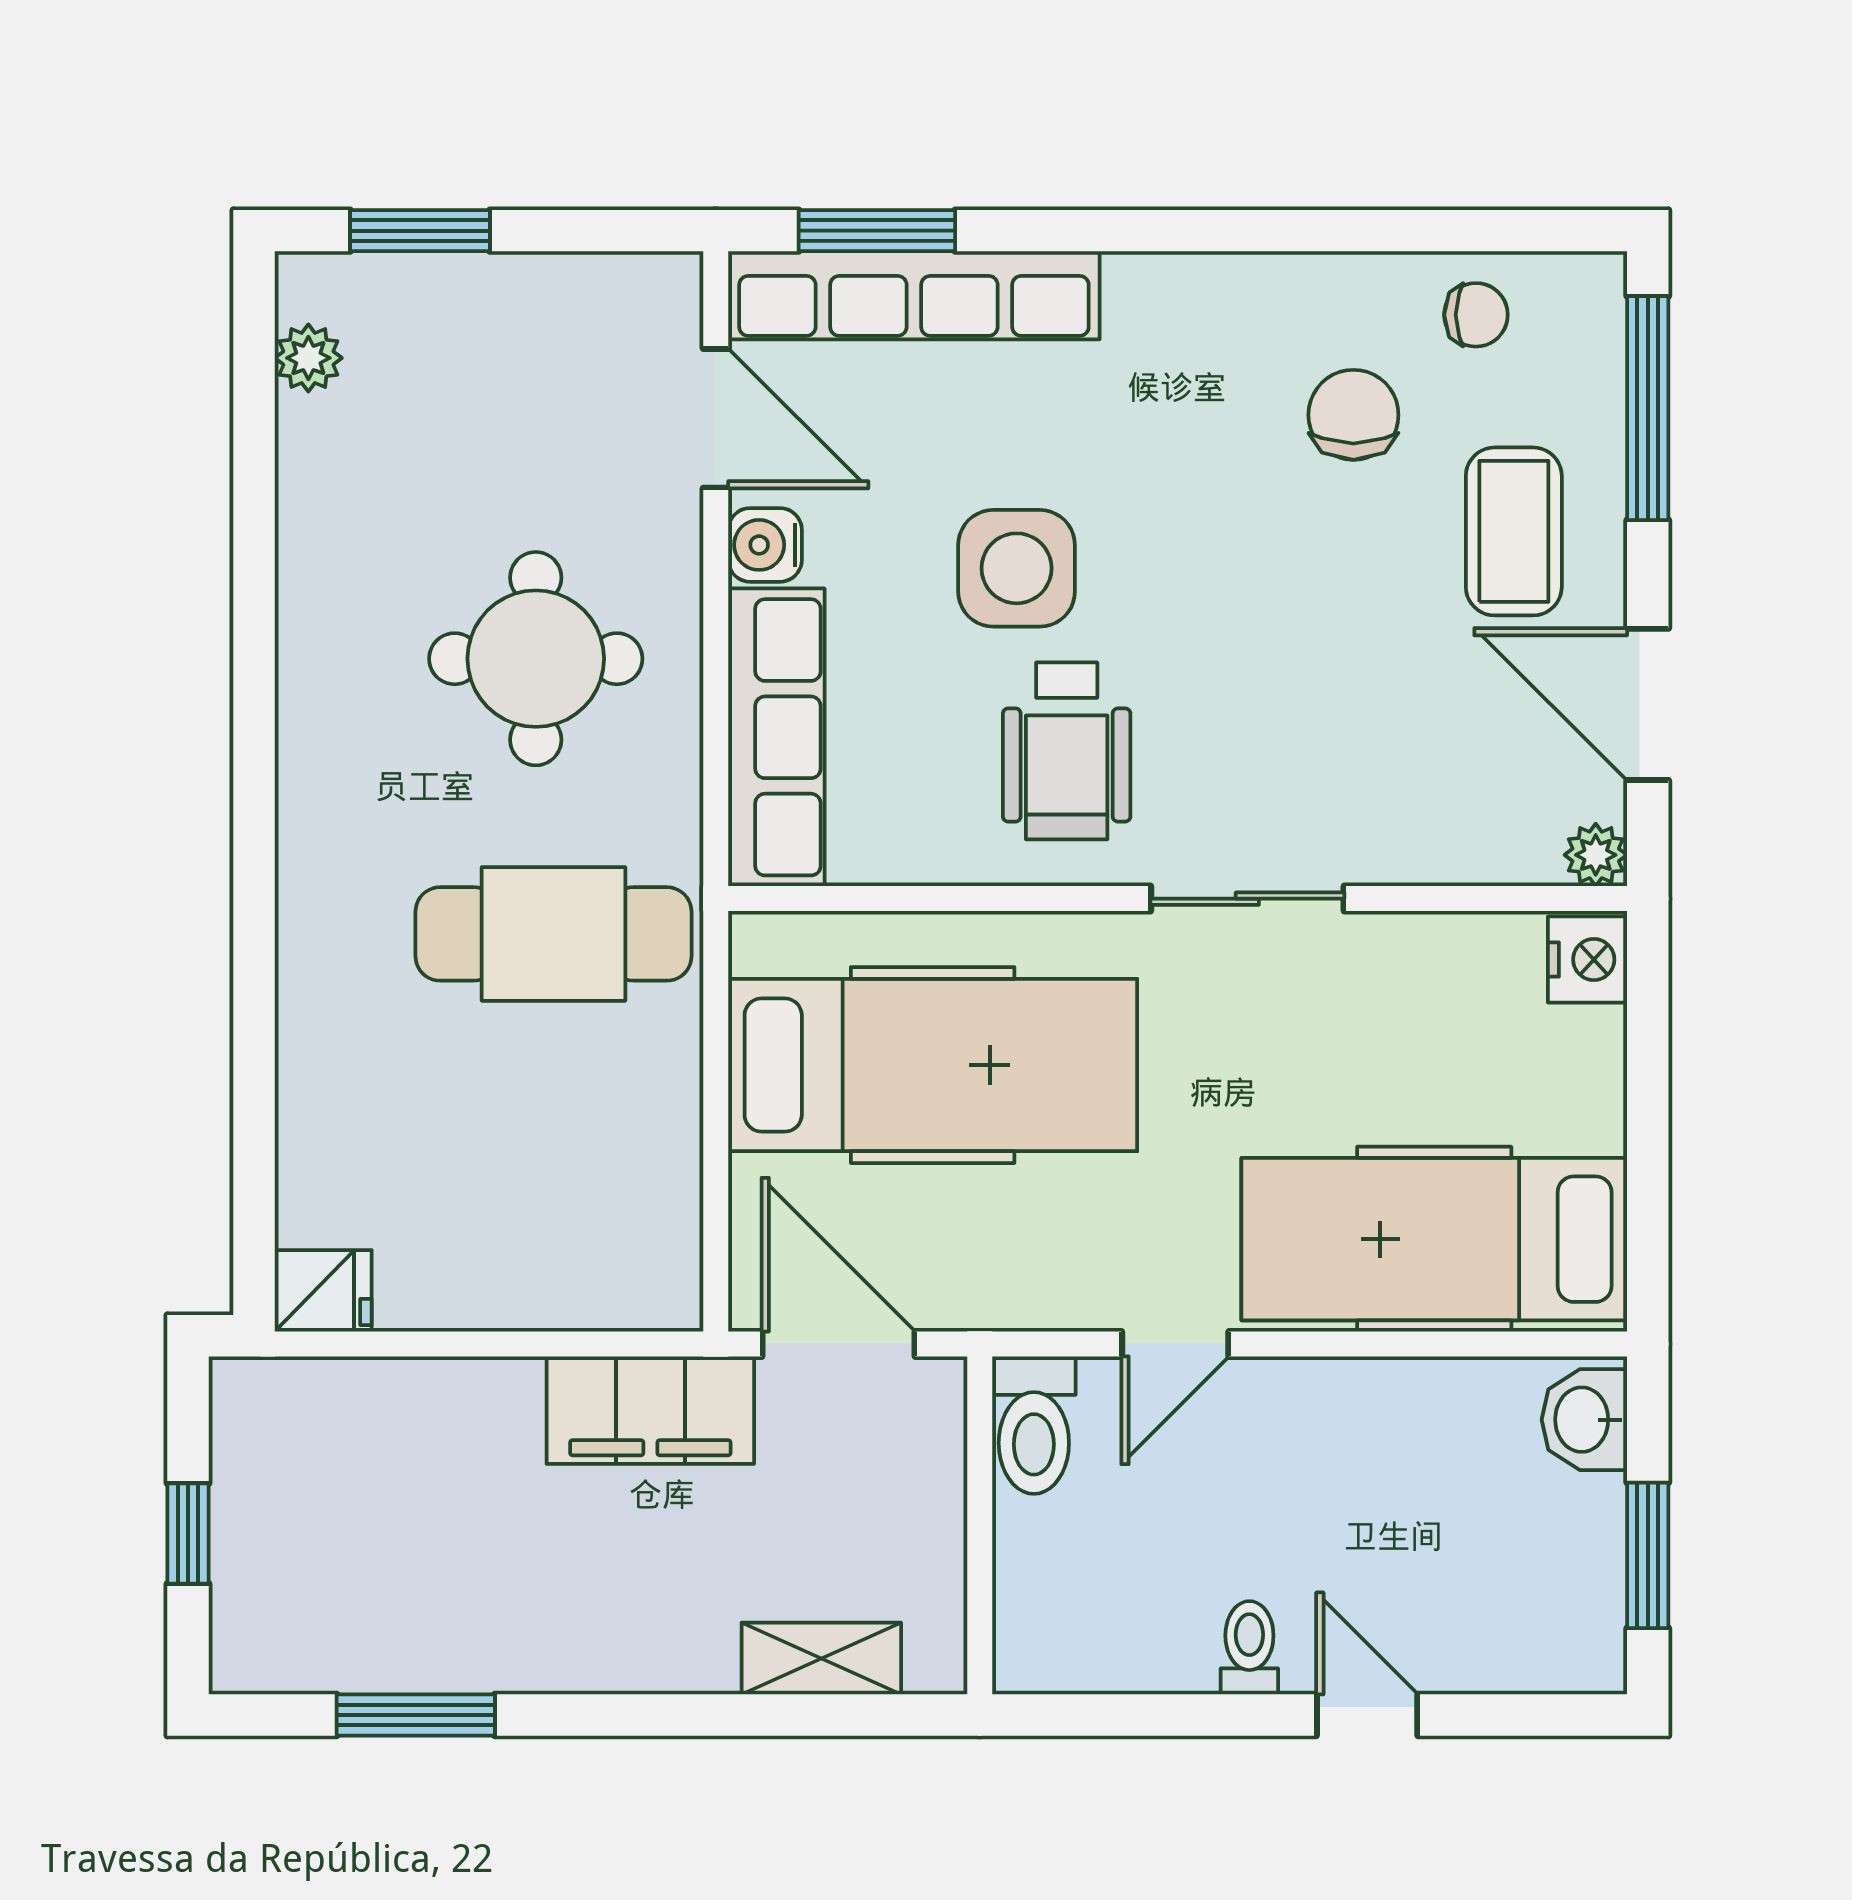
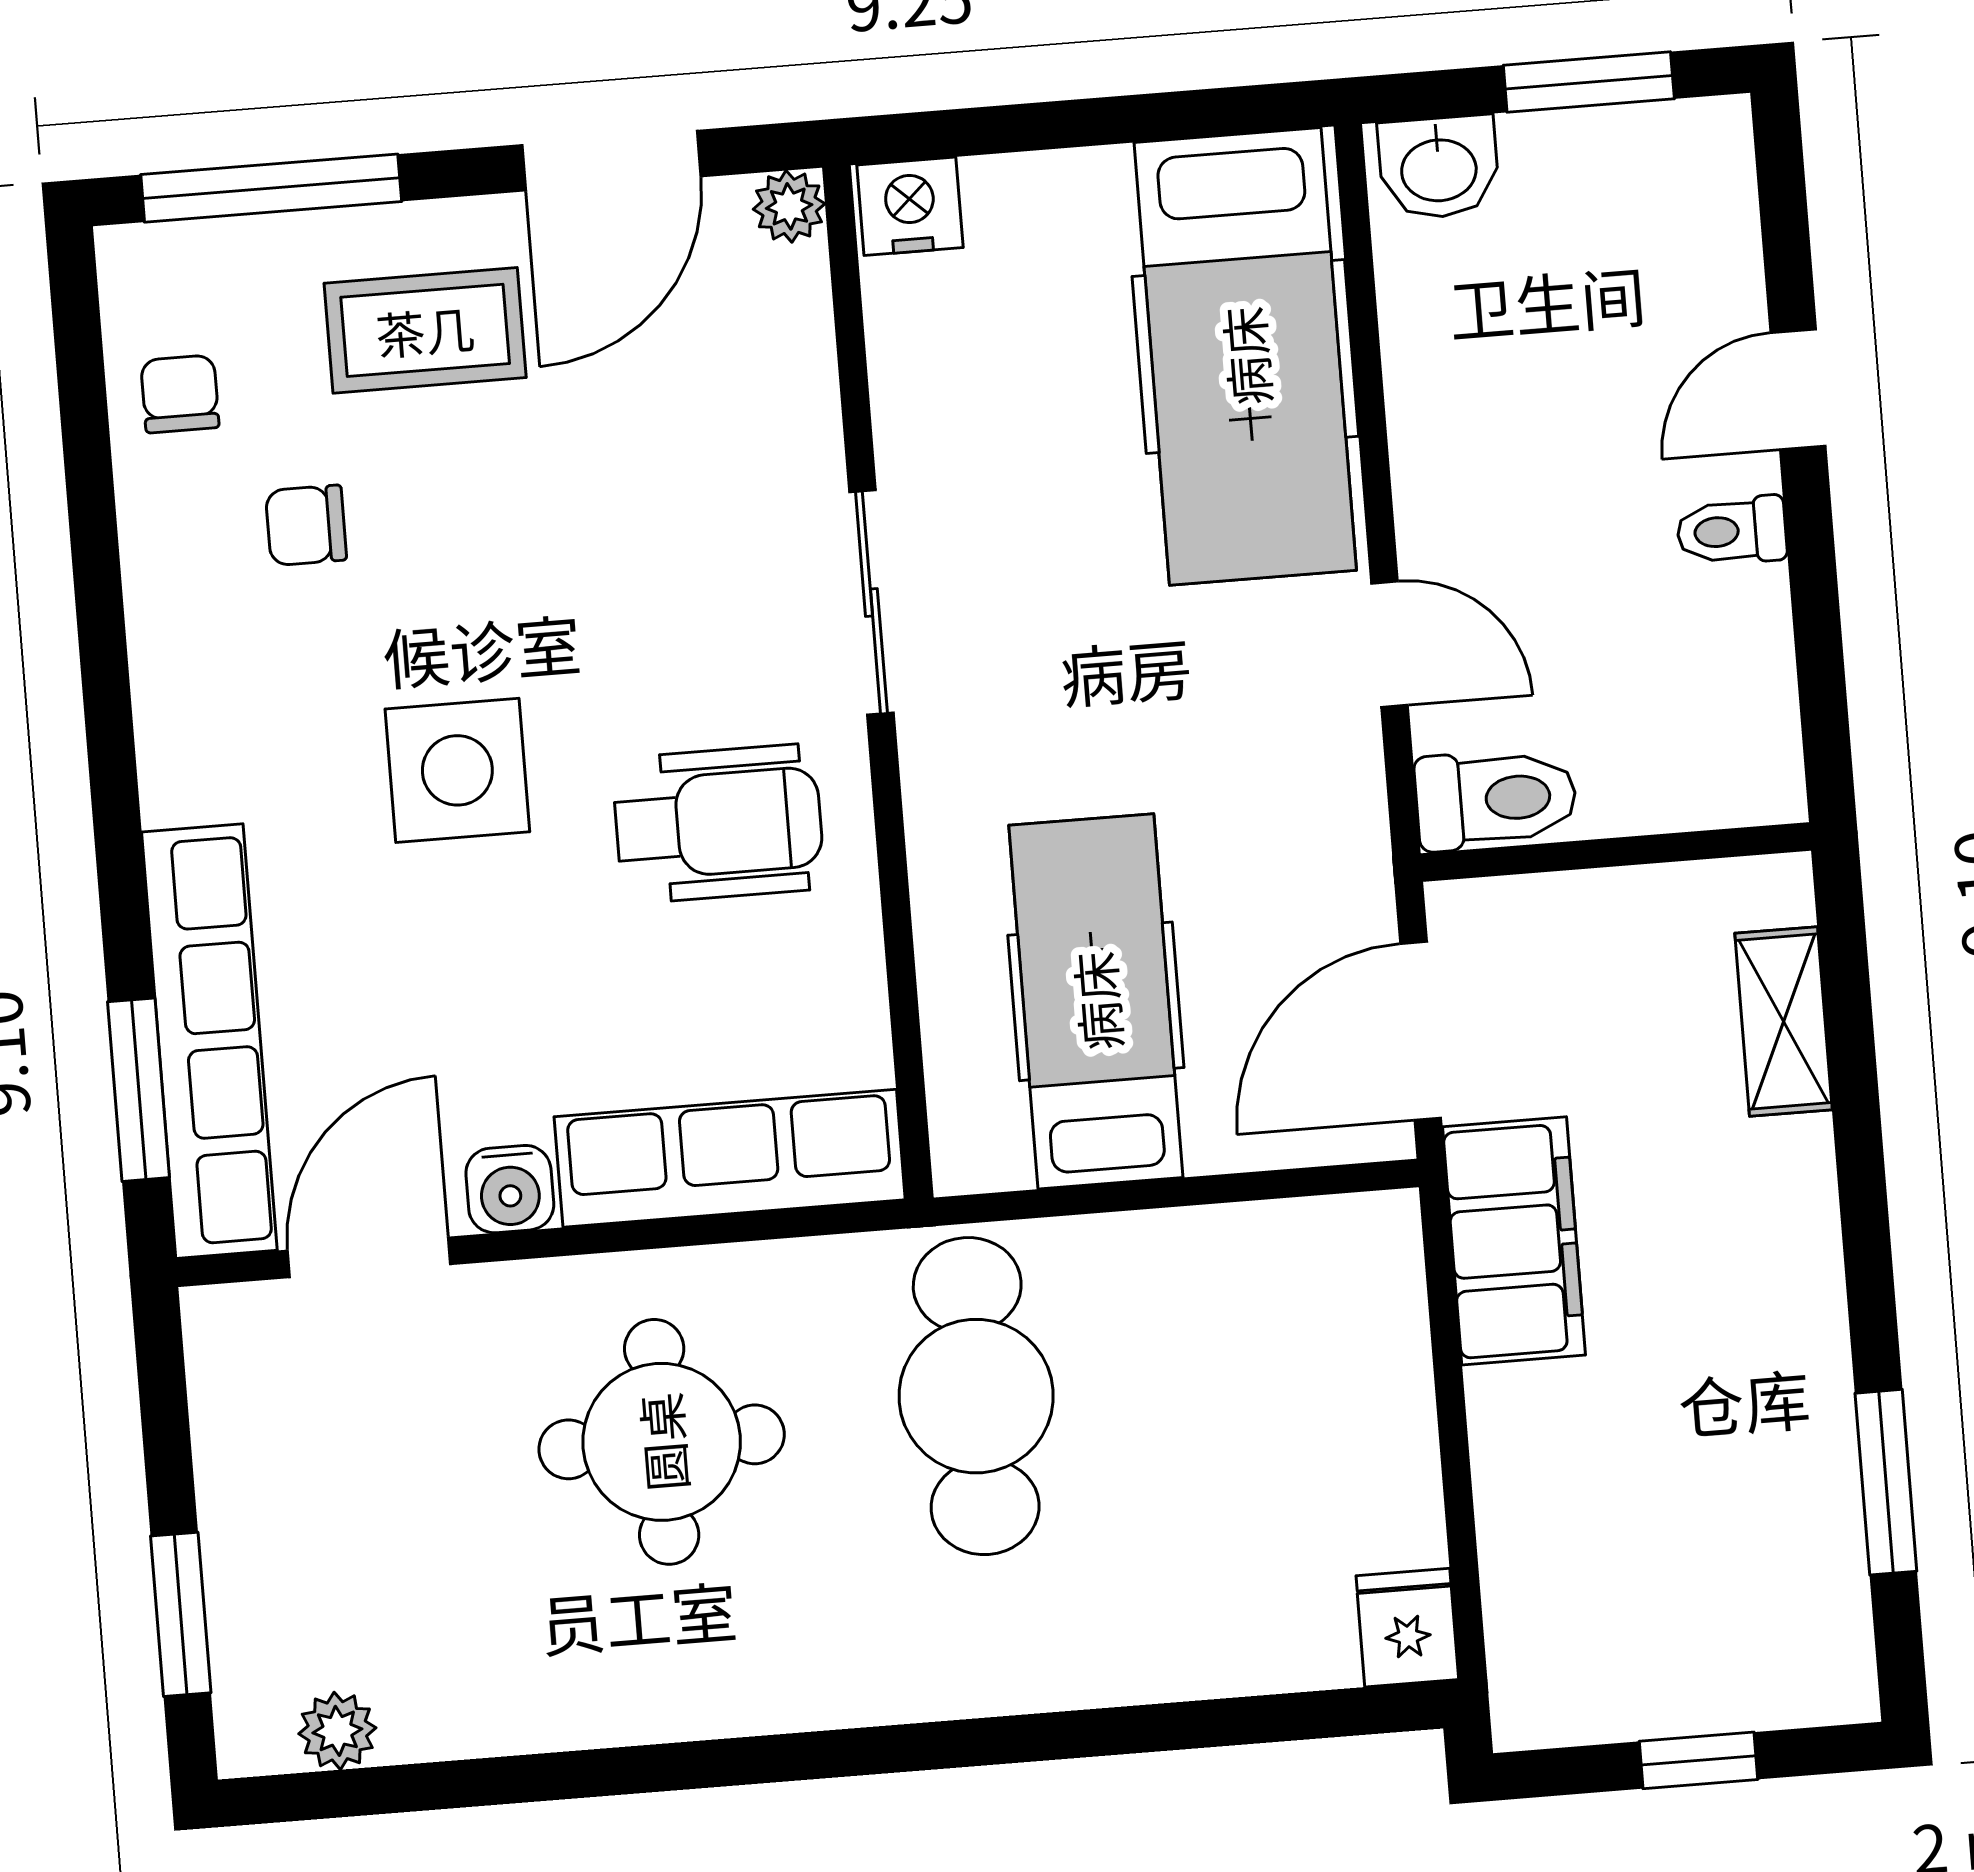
chair: (1353, 415) -> (306, 525), width x0.73, depth x0.73
side table: (1017, 568) -> (457, 770), moved
hospital bed: (933, 1065) -> (1096, 1001), width x0.73, depth x0.78

